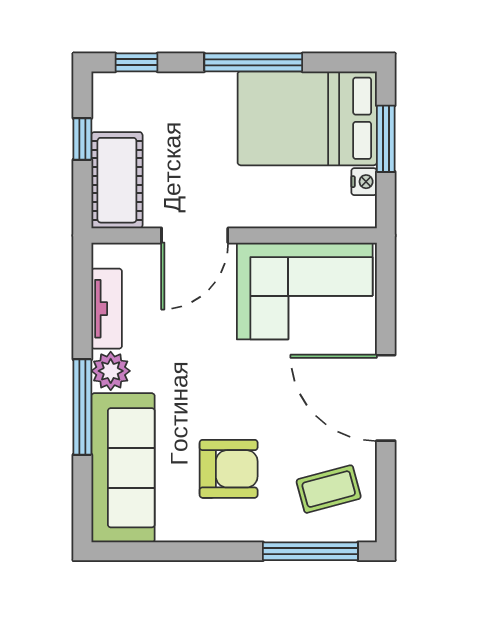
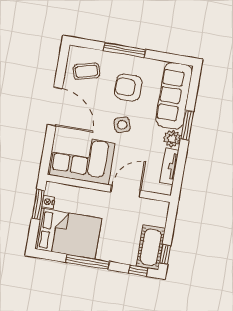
window: (82, 139) -> (165, 254), moved
window: (386, 139) -> (38, 204), moved
cot: (117, 180) -> (151, 247), moved
side table: (228, 383) -> (122, 125), added
window: (82, 407) -> (187, 125), width x0.69
window: (310, 551) -> (124, 50), moved

